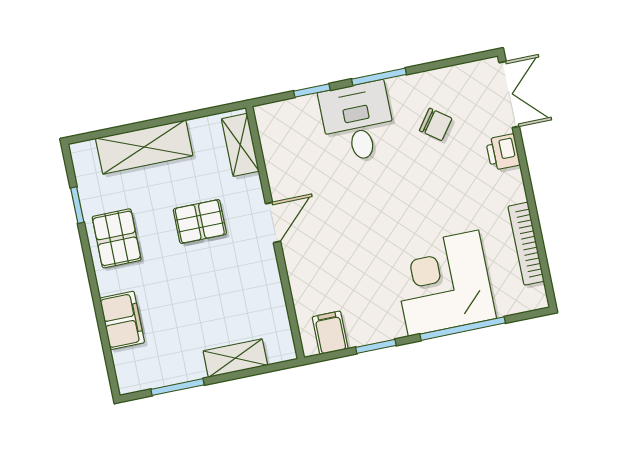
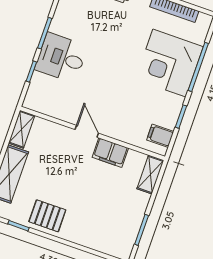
chair: (436, 124) -> (86, 19), removed
shelving: (240, 145) -> (22, 129), moved, turned 90
pallet: (200, 222) -> (64, 168), removed
filing cabinet: (122, 320) -> (110, 153), moved, turned 180
shelving: (235, 358) -> (150, 175), moved

